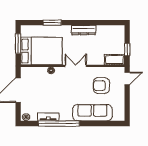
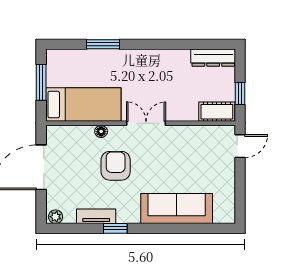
dresser: (84, 30) -> (213, 58), moved
bed: (41, 51) -> (83, 105), width x0.67
armchair: (101, 86) -> (116, 166), moved, turned 90
window: (59, 124) -> (115, 228), width x0.32

